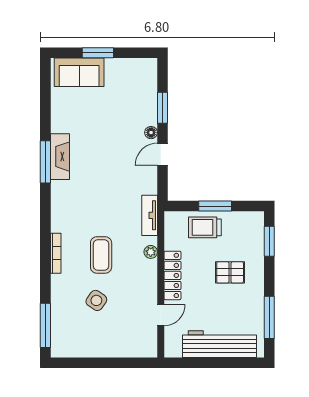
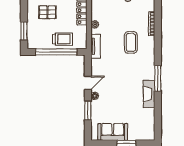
sofa: (79, 72) -> (113, 132), moved
fireplace: (60, 157) -> (149, 94), moved
window: (215, 206) -> (56, 52), width x2.11
coffee table: (101, 255) -> (131, 42), moved

